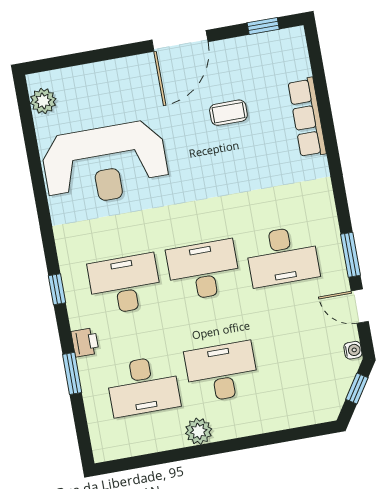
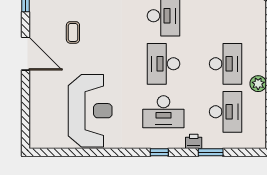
plant: (43, 101) -> (47, 141), removed
desk: (125, 284) -> (163, 112), turned -90
desk: (222, 372) -> (226, 64), turned 180

